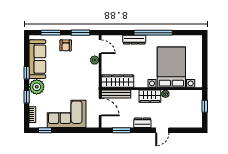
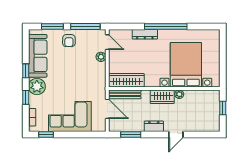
window: (81, 33) -> (85, 26), width x1.44

